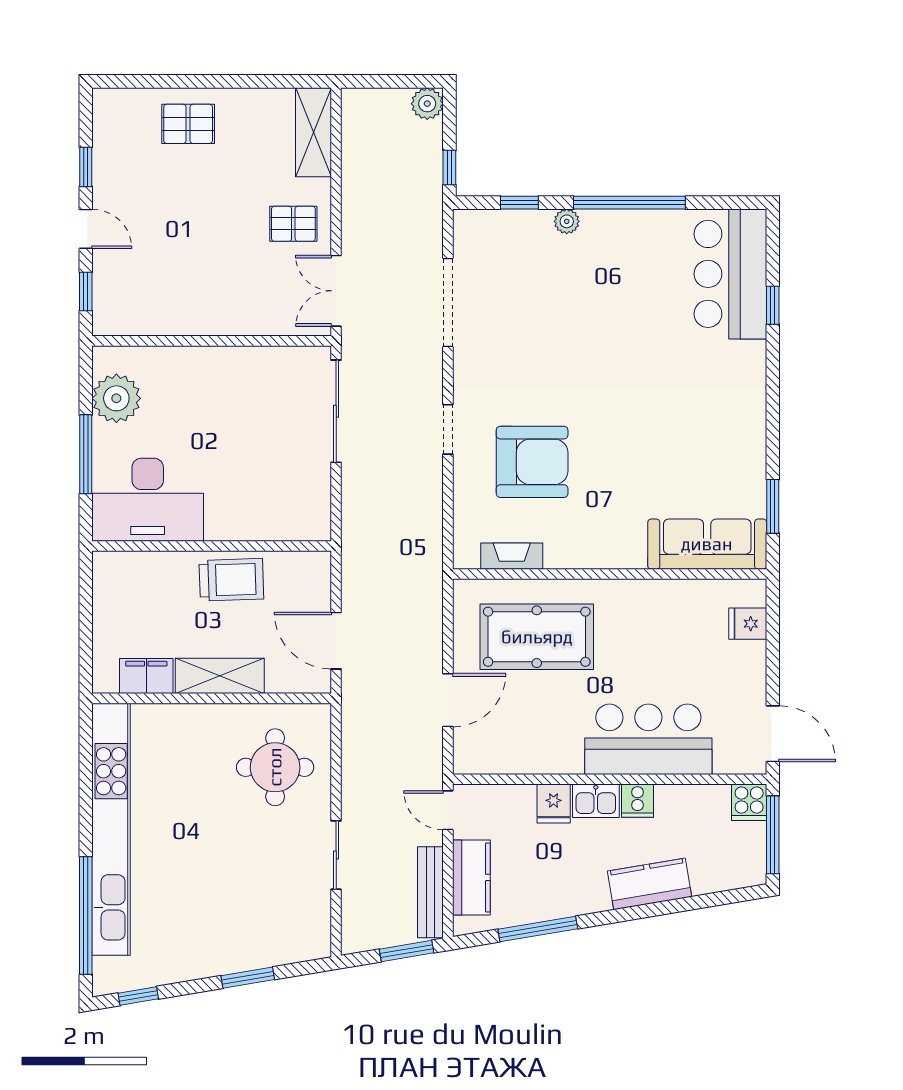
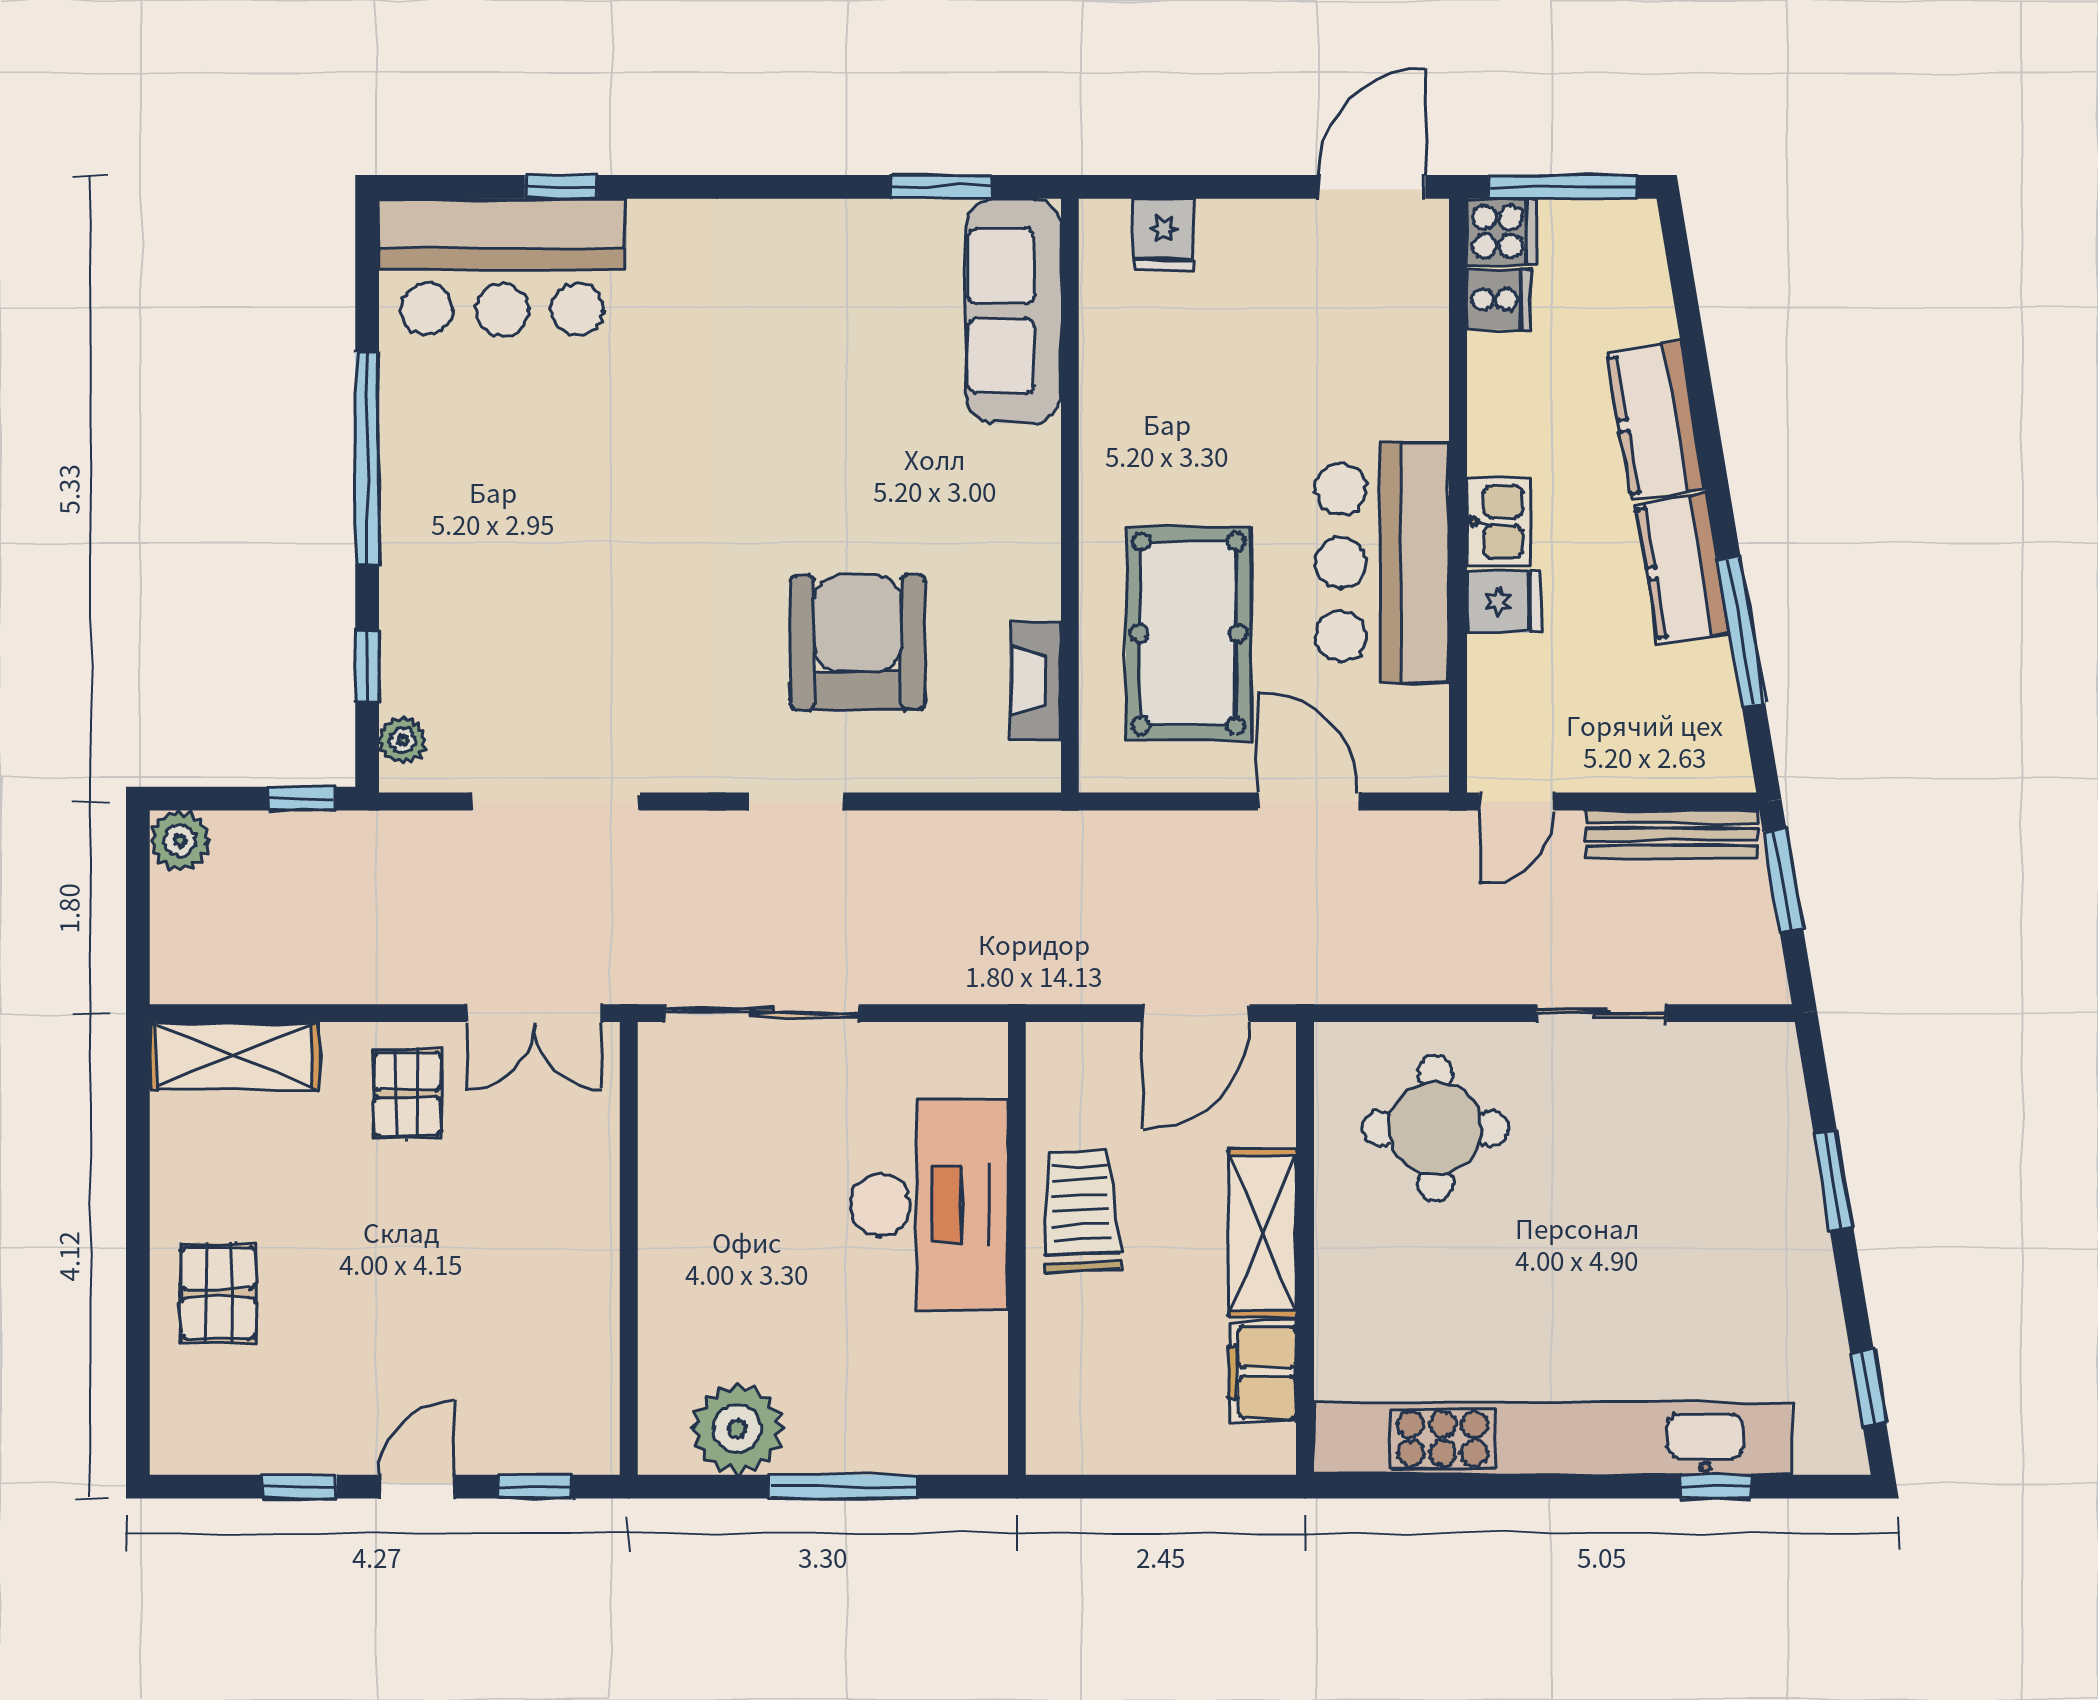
plant: (567, 221) -> (403, 740), moved
desk: (148, 500) -> (929, 1205), moved
bar counter: (648, 739) -> (1382, 562), moved
cooker: (637, 801) -> (1499, 299), moved
kitchen counter: (471, 877) -> (1683, 568), moved, turned -100
window: (86, 916) -> (1716, 1487), width x0.32

